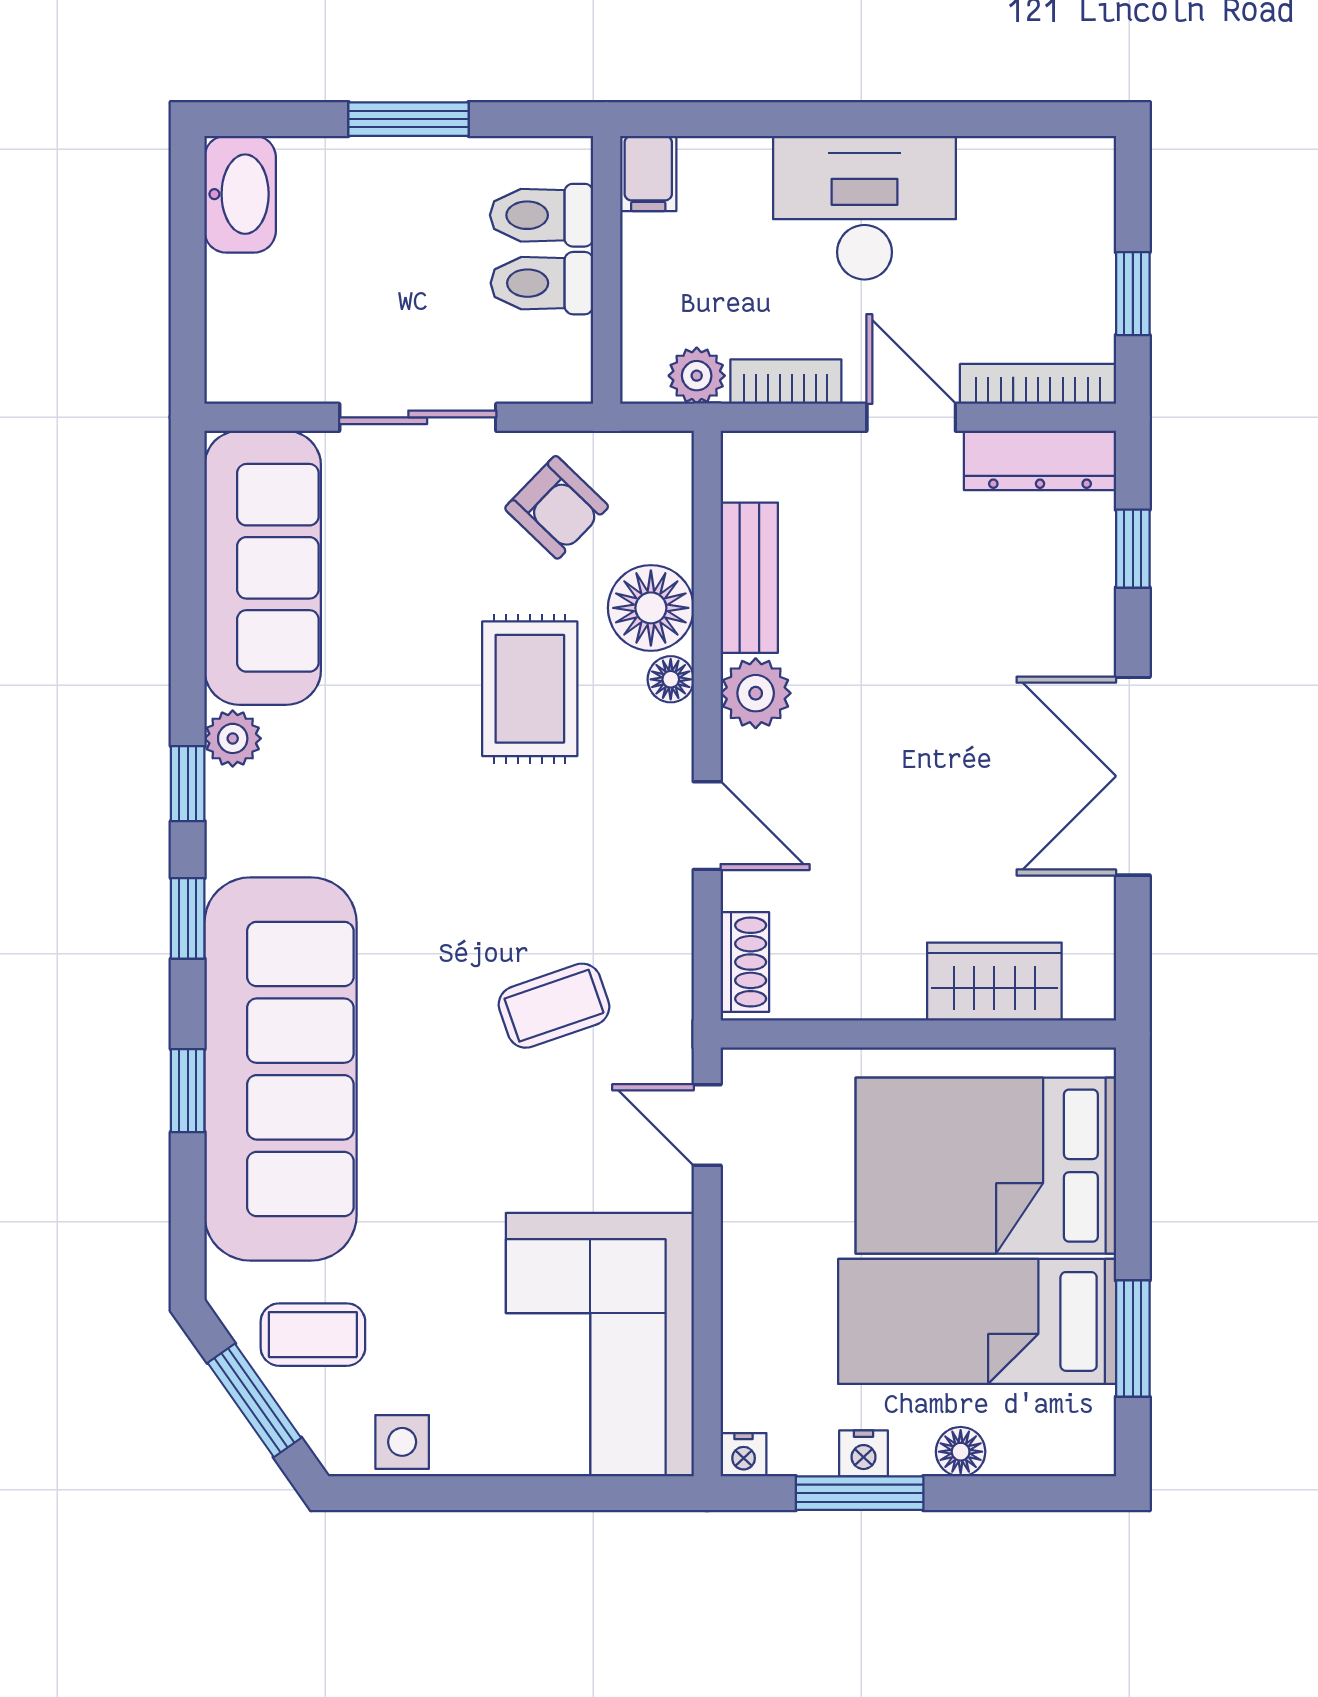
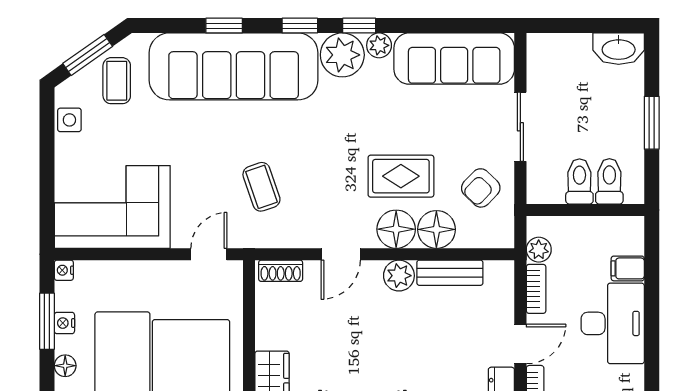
filing cabinet: (648, 173) -> (628, 268), moved
floor lamp: (671, 679) -> (396, 229), width x1.89, depth x1.89
plant: (254, 822) -> (342, 55), added

